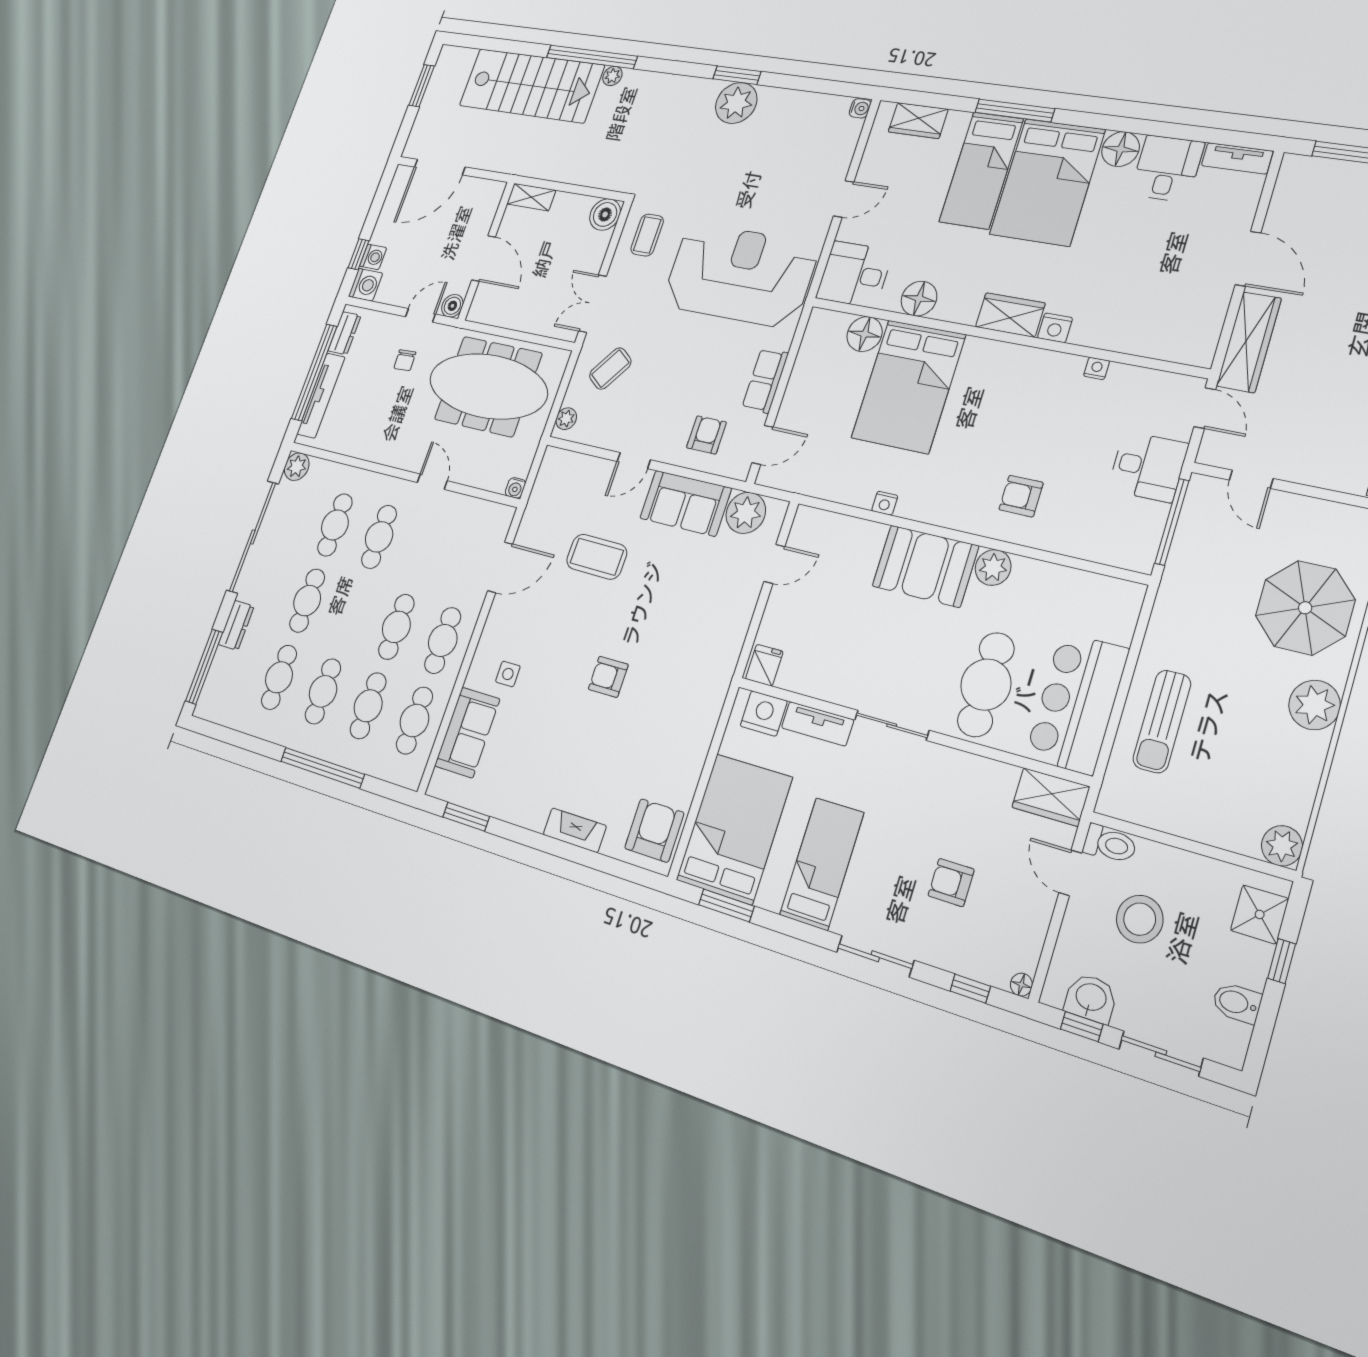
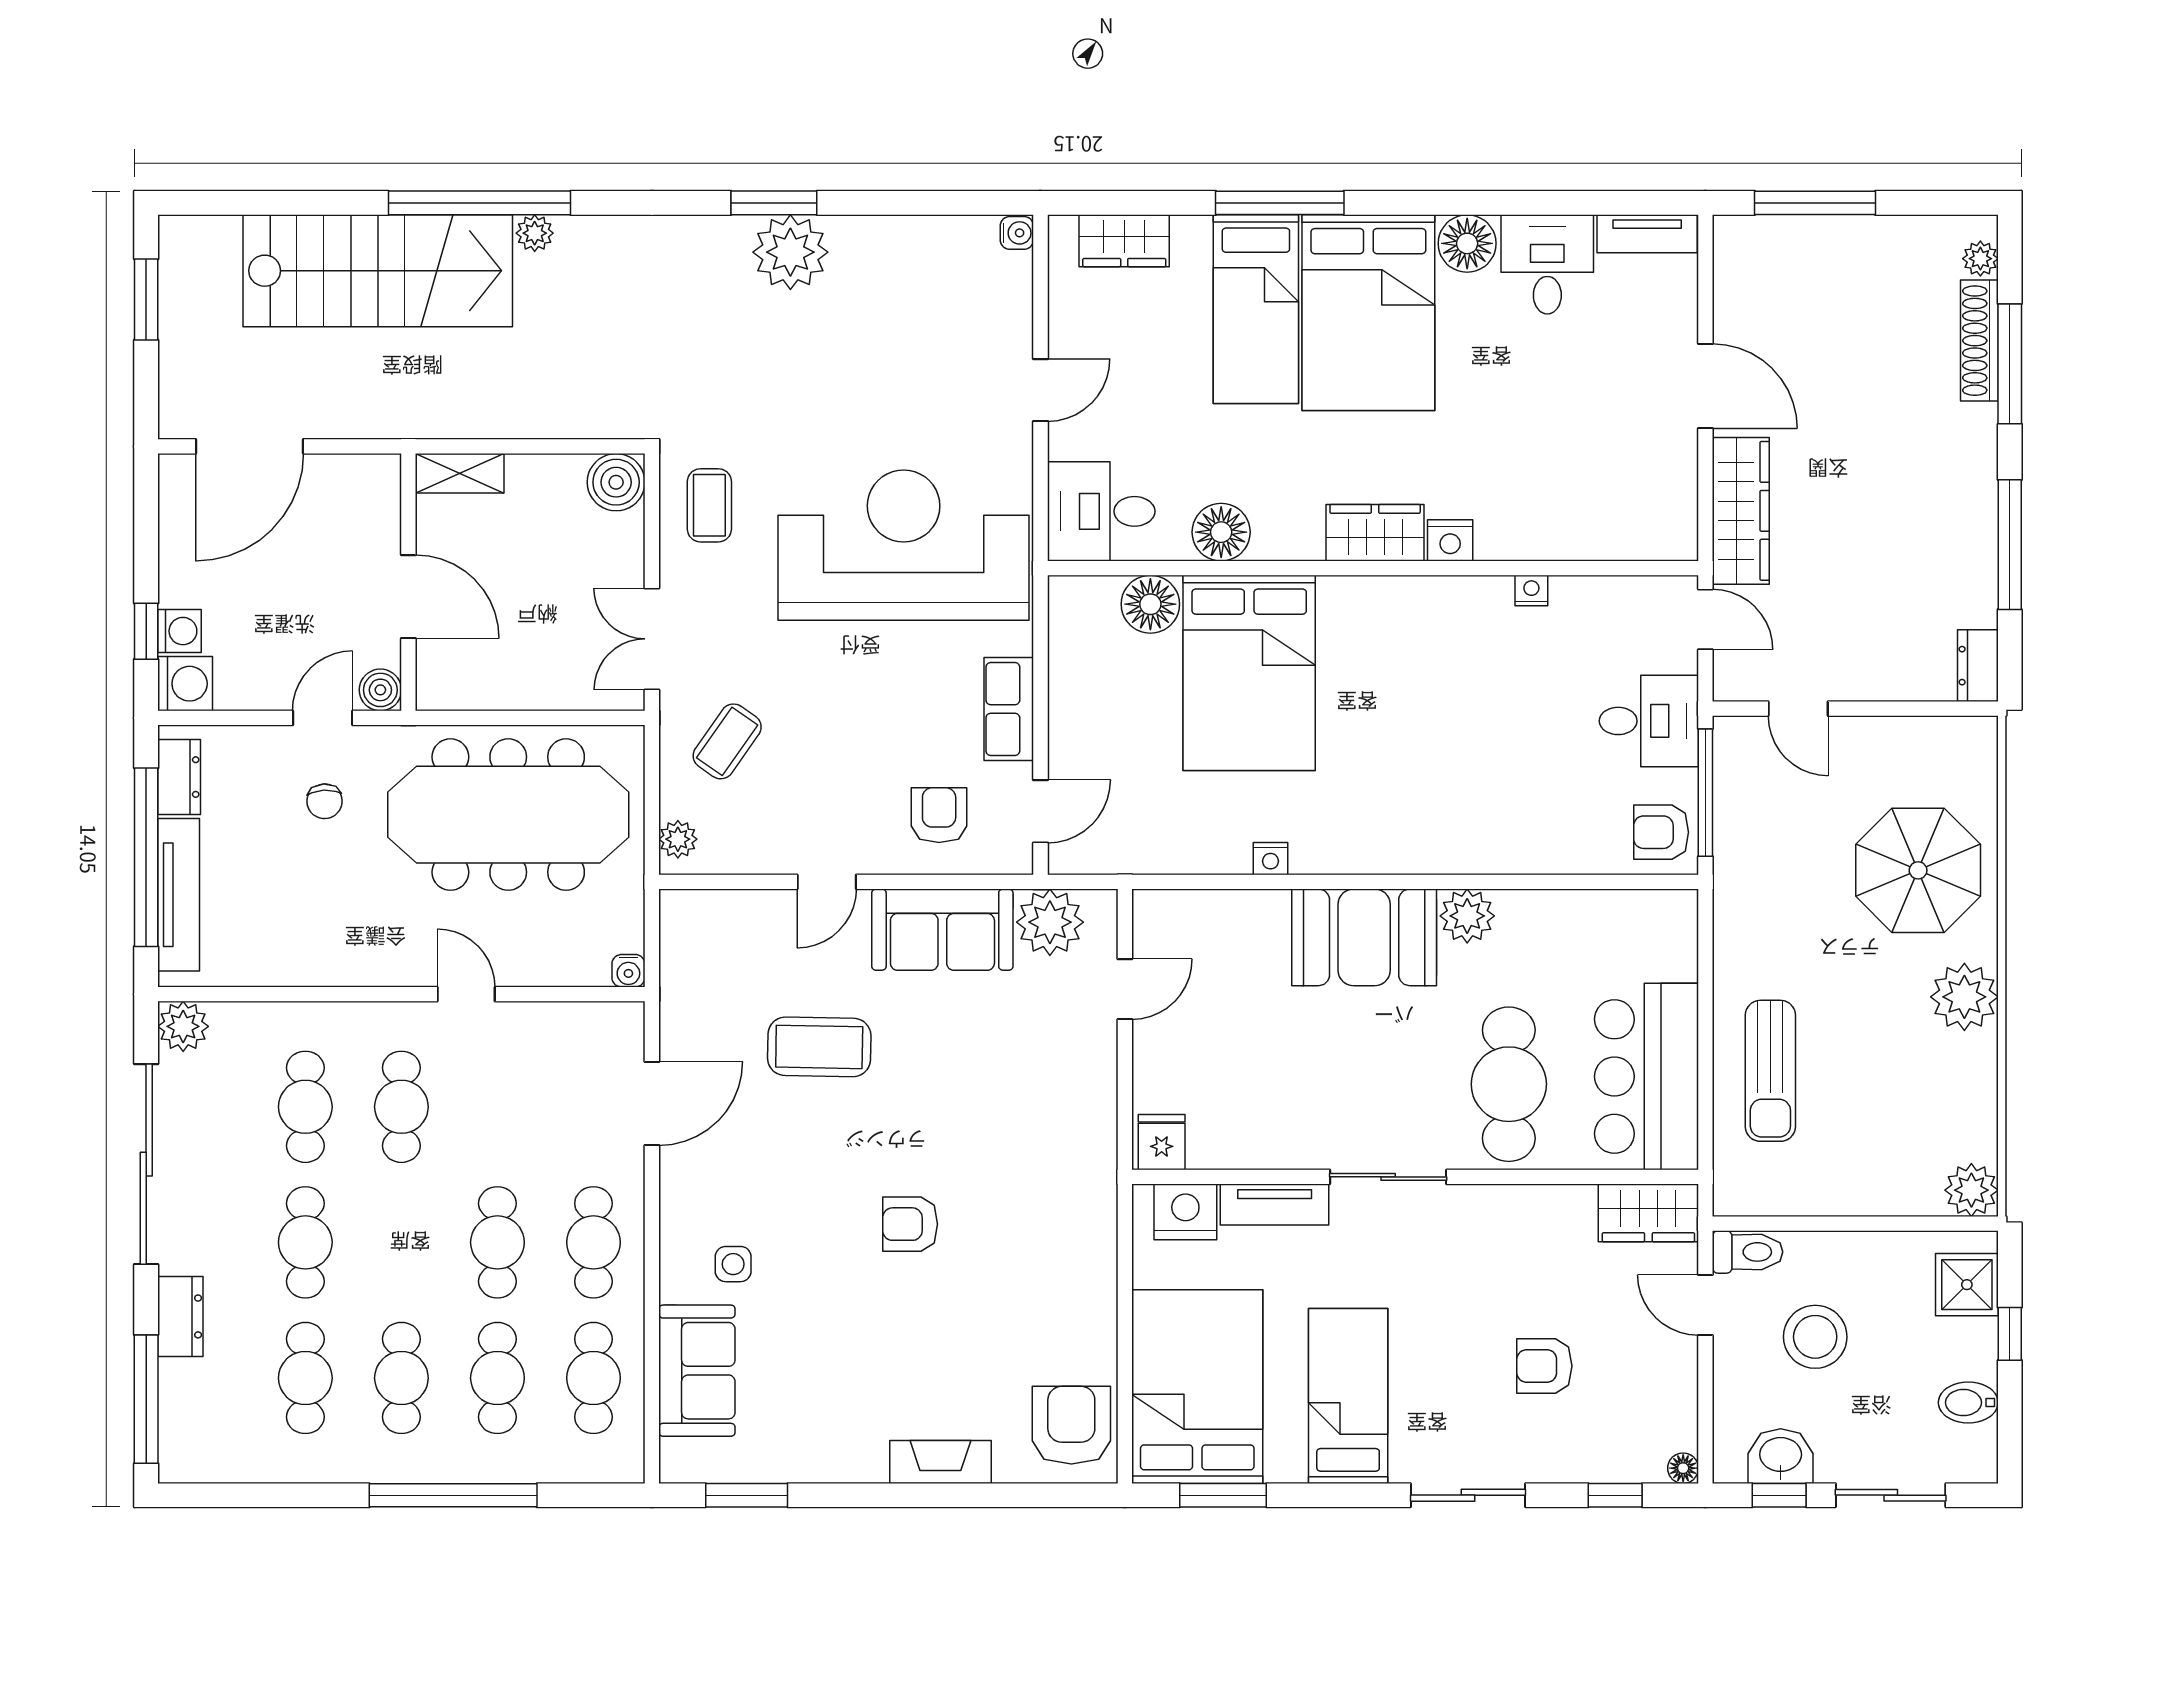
armchair: (1021, 496) -> (1661, 832), moved

